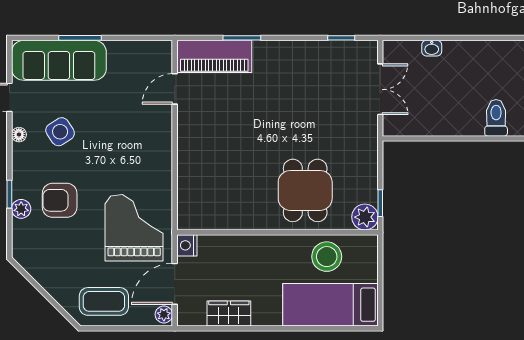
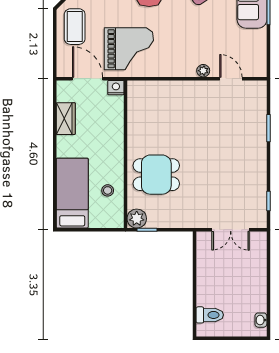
washbasin: (432, 48) -> (261, 320), moved
piano: (214, 56) -> (255, 108), removed
stool: (327, 257) -> (108, 190), width x0.53, depth x0.53
plant: (164, 314) -> (203, 71), moved

